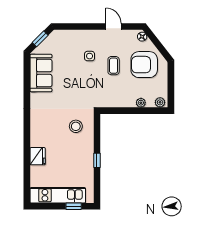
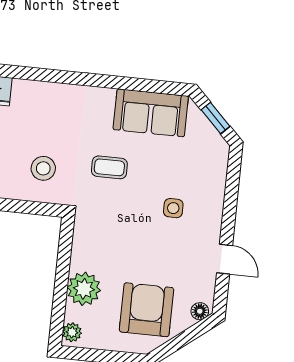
door: (113, 26) -> (225, 259), hinge flipped
coffee table: (114, 66) -> (109, 167), moved
plant: (141, 103) -> (84, 289), width x1.88, depth x1.88

